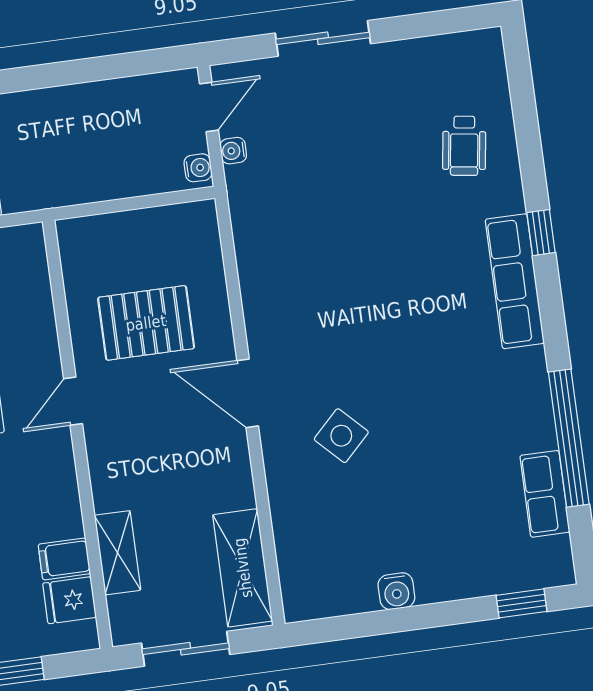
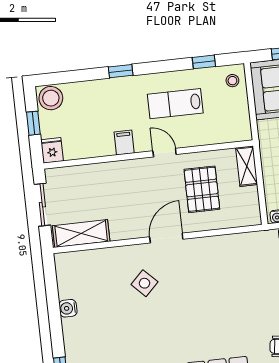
shelving: (118, 553) -> (247, 166), moved, turned 90
filing cabinet: (64, 559) -> (124, 143), moved
fridge: (70, 600) -> (52, 150), moved

